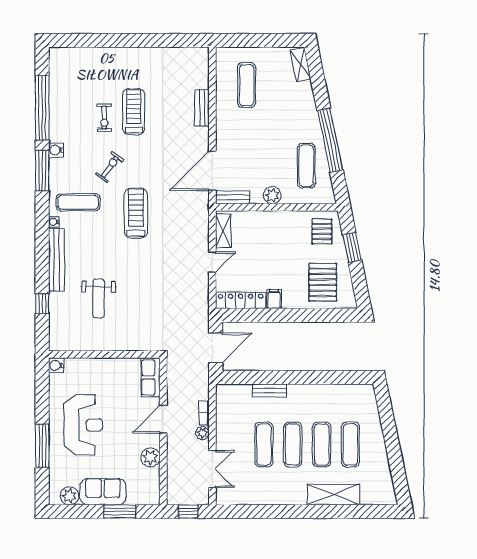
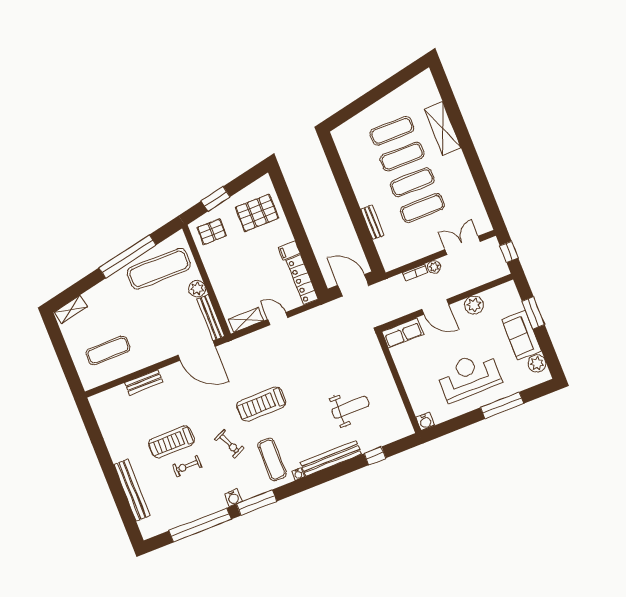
bench: (102, 55) -> (132, 490), added
exercise bike: (104, 118) -> (187, 466), turned 180
exercise mat: (306, 166) -> (159, 269), width x1.36, depth x1.45
exercise bike: (110, 167) -> (229, 444), turned -151
bench: (233, 197) -> (211, 318), width x1.36

